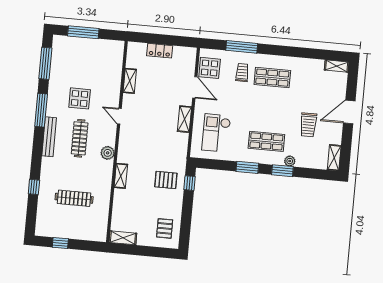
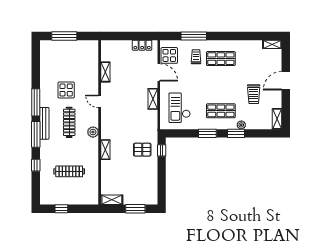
locker: (160, 51) -> (142, 45), moved
window: (45, 63) -> (36, 134), moved
pallet: (165, 228) -> (145, 189), removed
window: (151, 251) -> (135, 209), added

